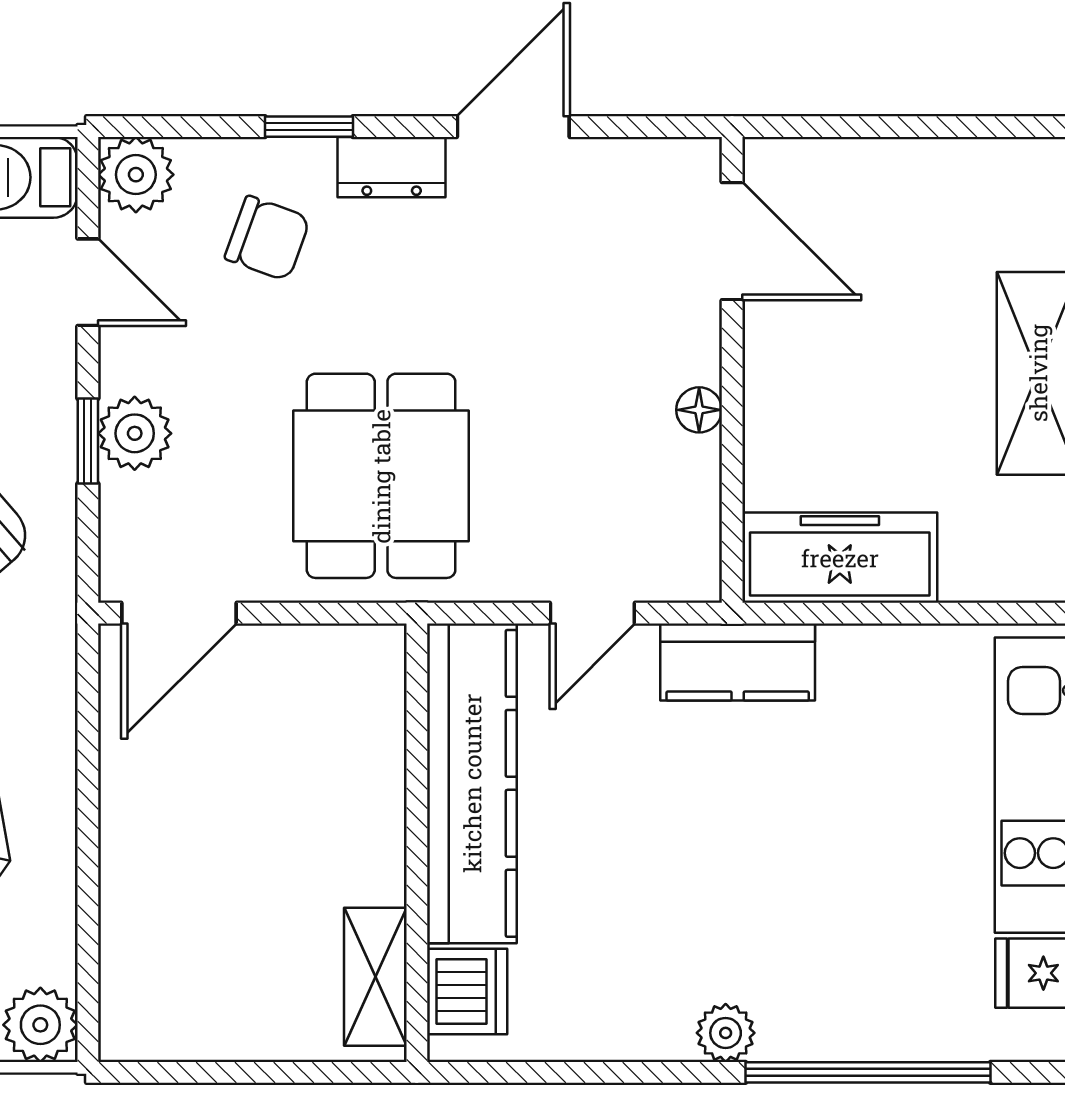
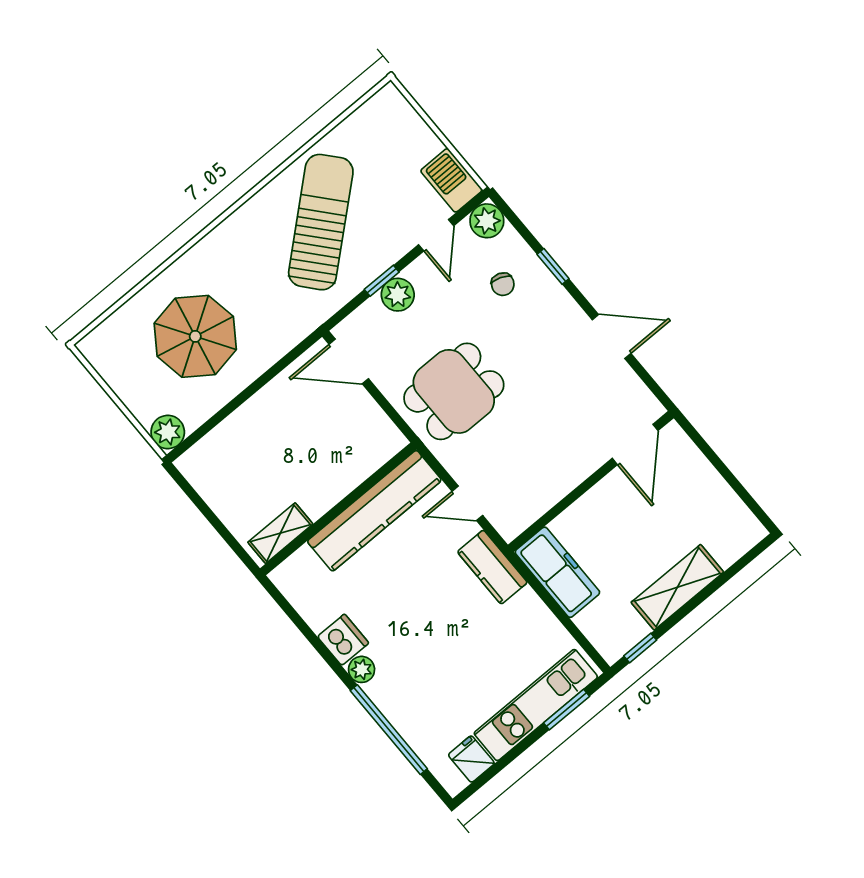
dresser: (392, 167) -> (563, 306), removed
chair: (267, 238) -> (503, 284), width x0.73, depth x0.73
floor lamp: (699, 410) -> (568, 482), removed
dishwasher: (467, 991) -> (343, 640), moved, turned -90

